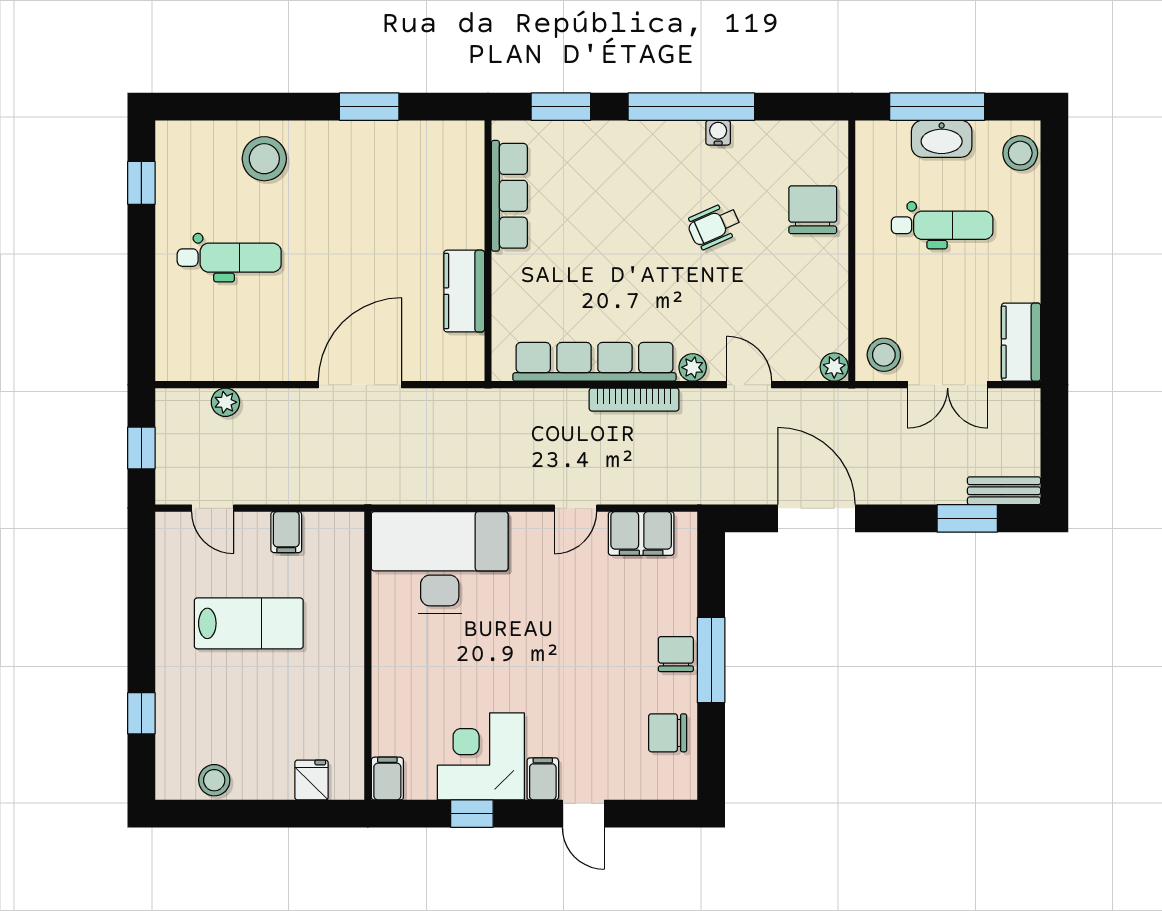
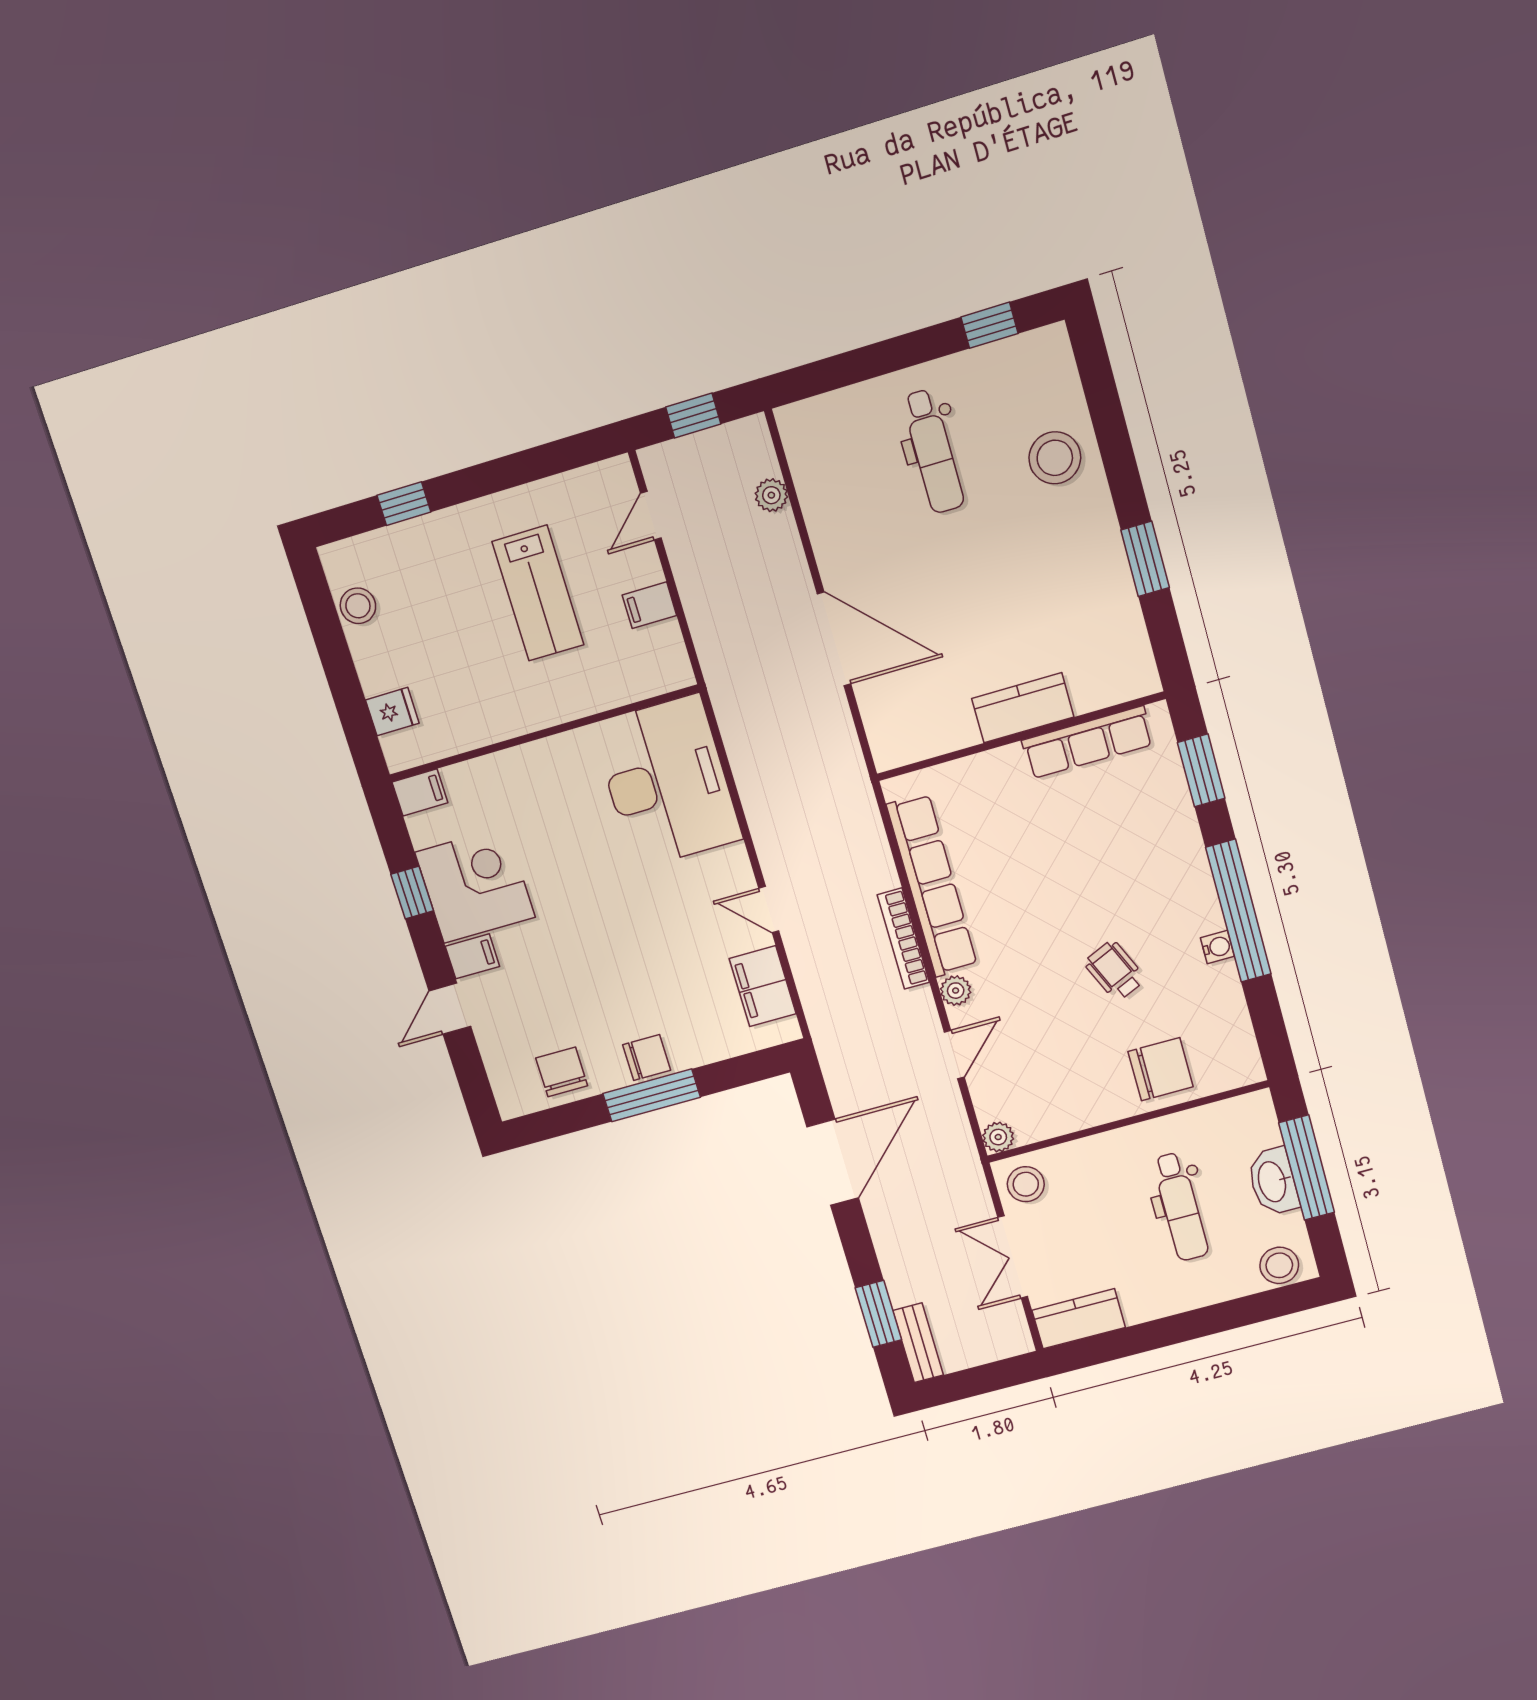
kitchen counter: (464, 291) -> (1023, 708), moved

